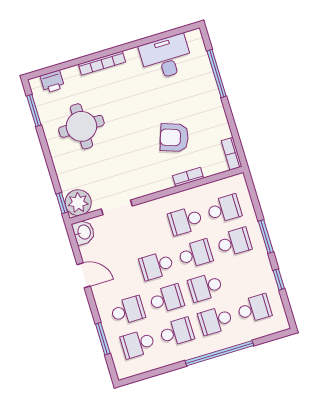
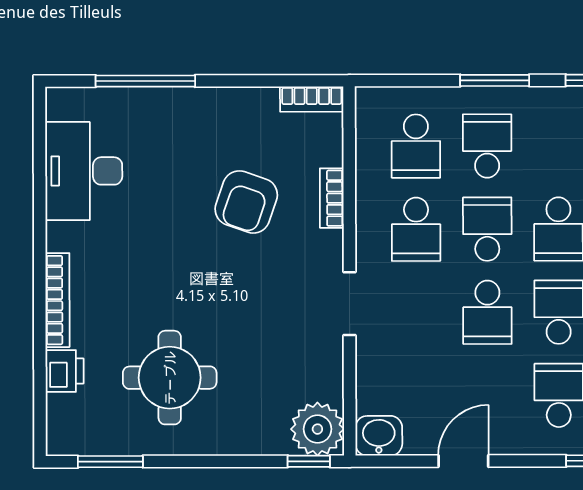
printer: (52, 82) -> (65, 371), moved
doorway: (117, 207) -> (349, 304), moved
school desk: (224, 209) -> (416, 146), turned 180

